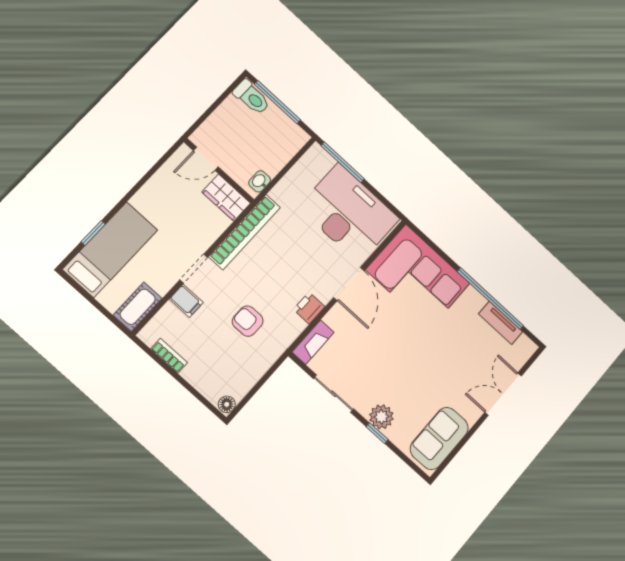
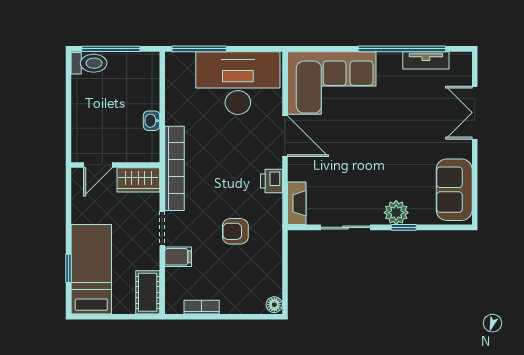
door: (206, 159) -> (98, 165), moved
wall: (219, 171) -> (115, 165), moved
wardrobe: (226, 198) -> (138, 180), moved

